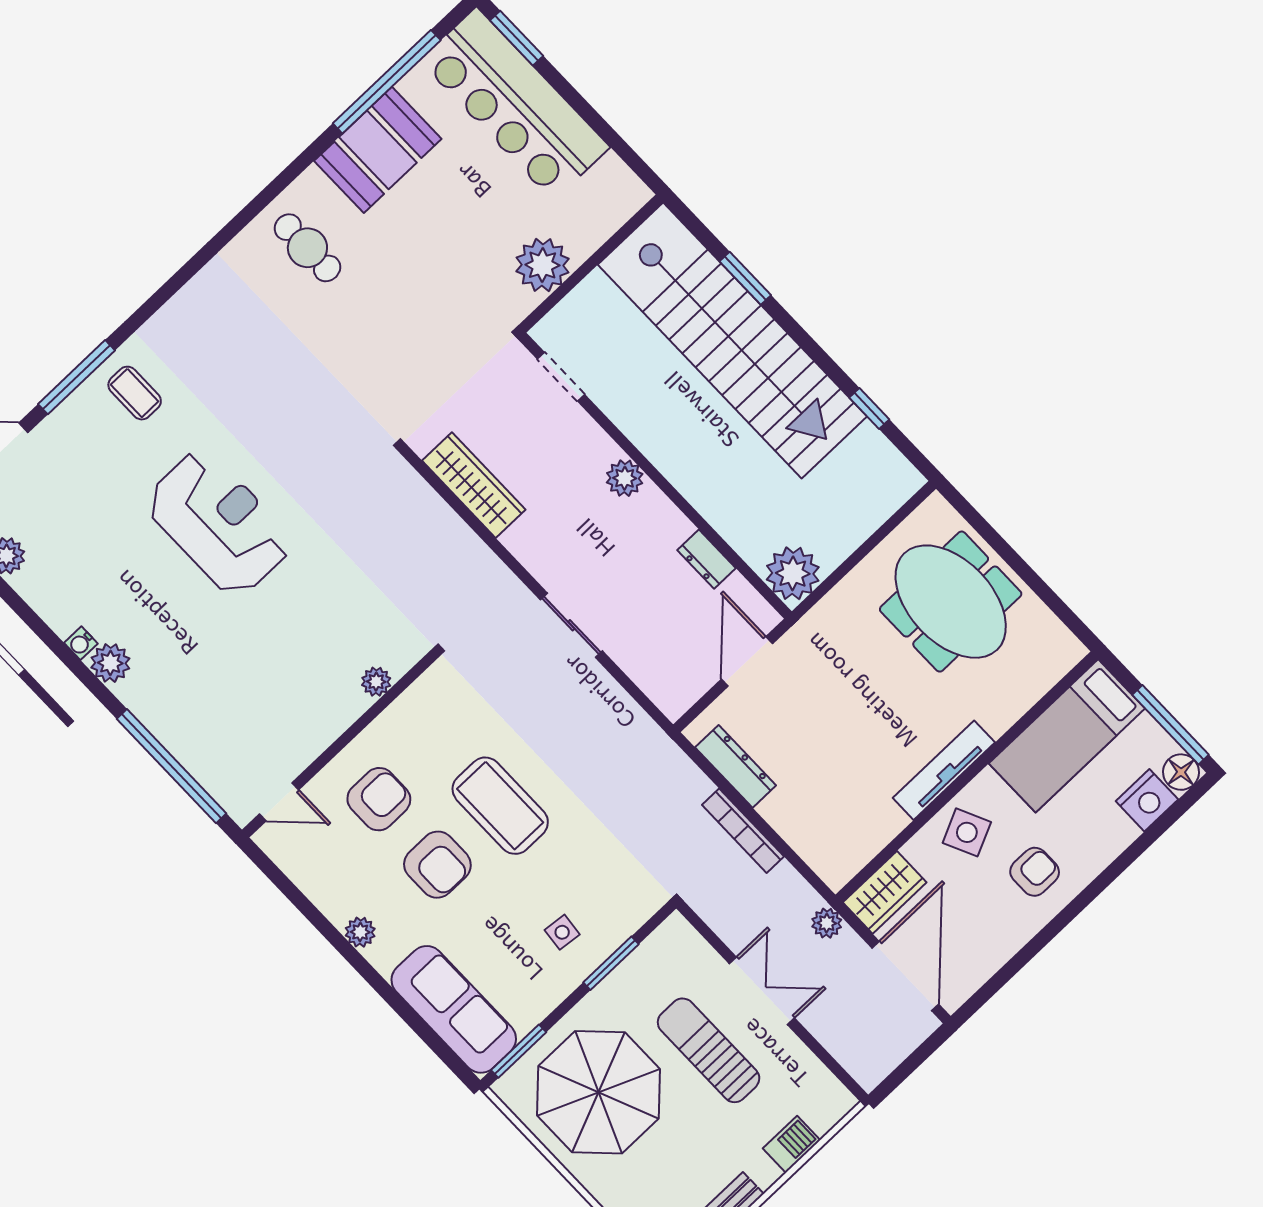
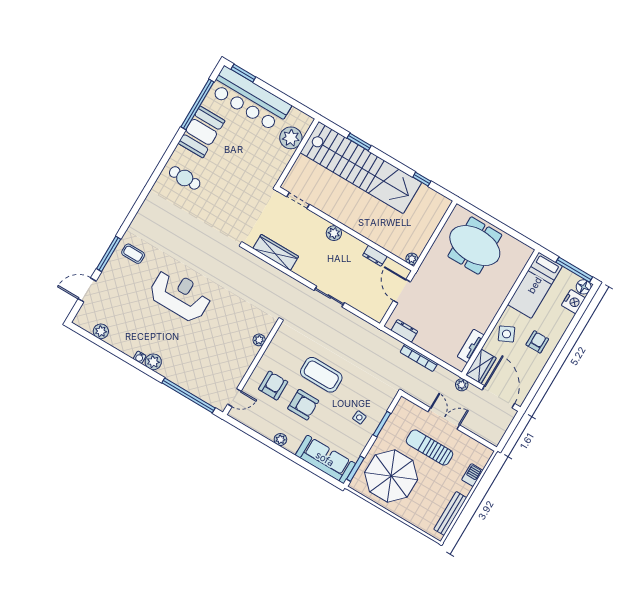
plant: (542, 265) -> (291, 138), moved
plant: (793, 573) -> (412, 259), width x0.53, depth x0.53
dresser: (736, 766) -> (404, 331), width x0.70
tv unit: (944, 770) -> (471, 346), moved, width x0.71

